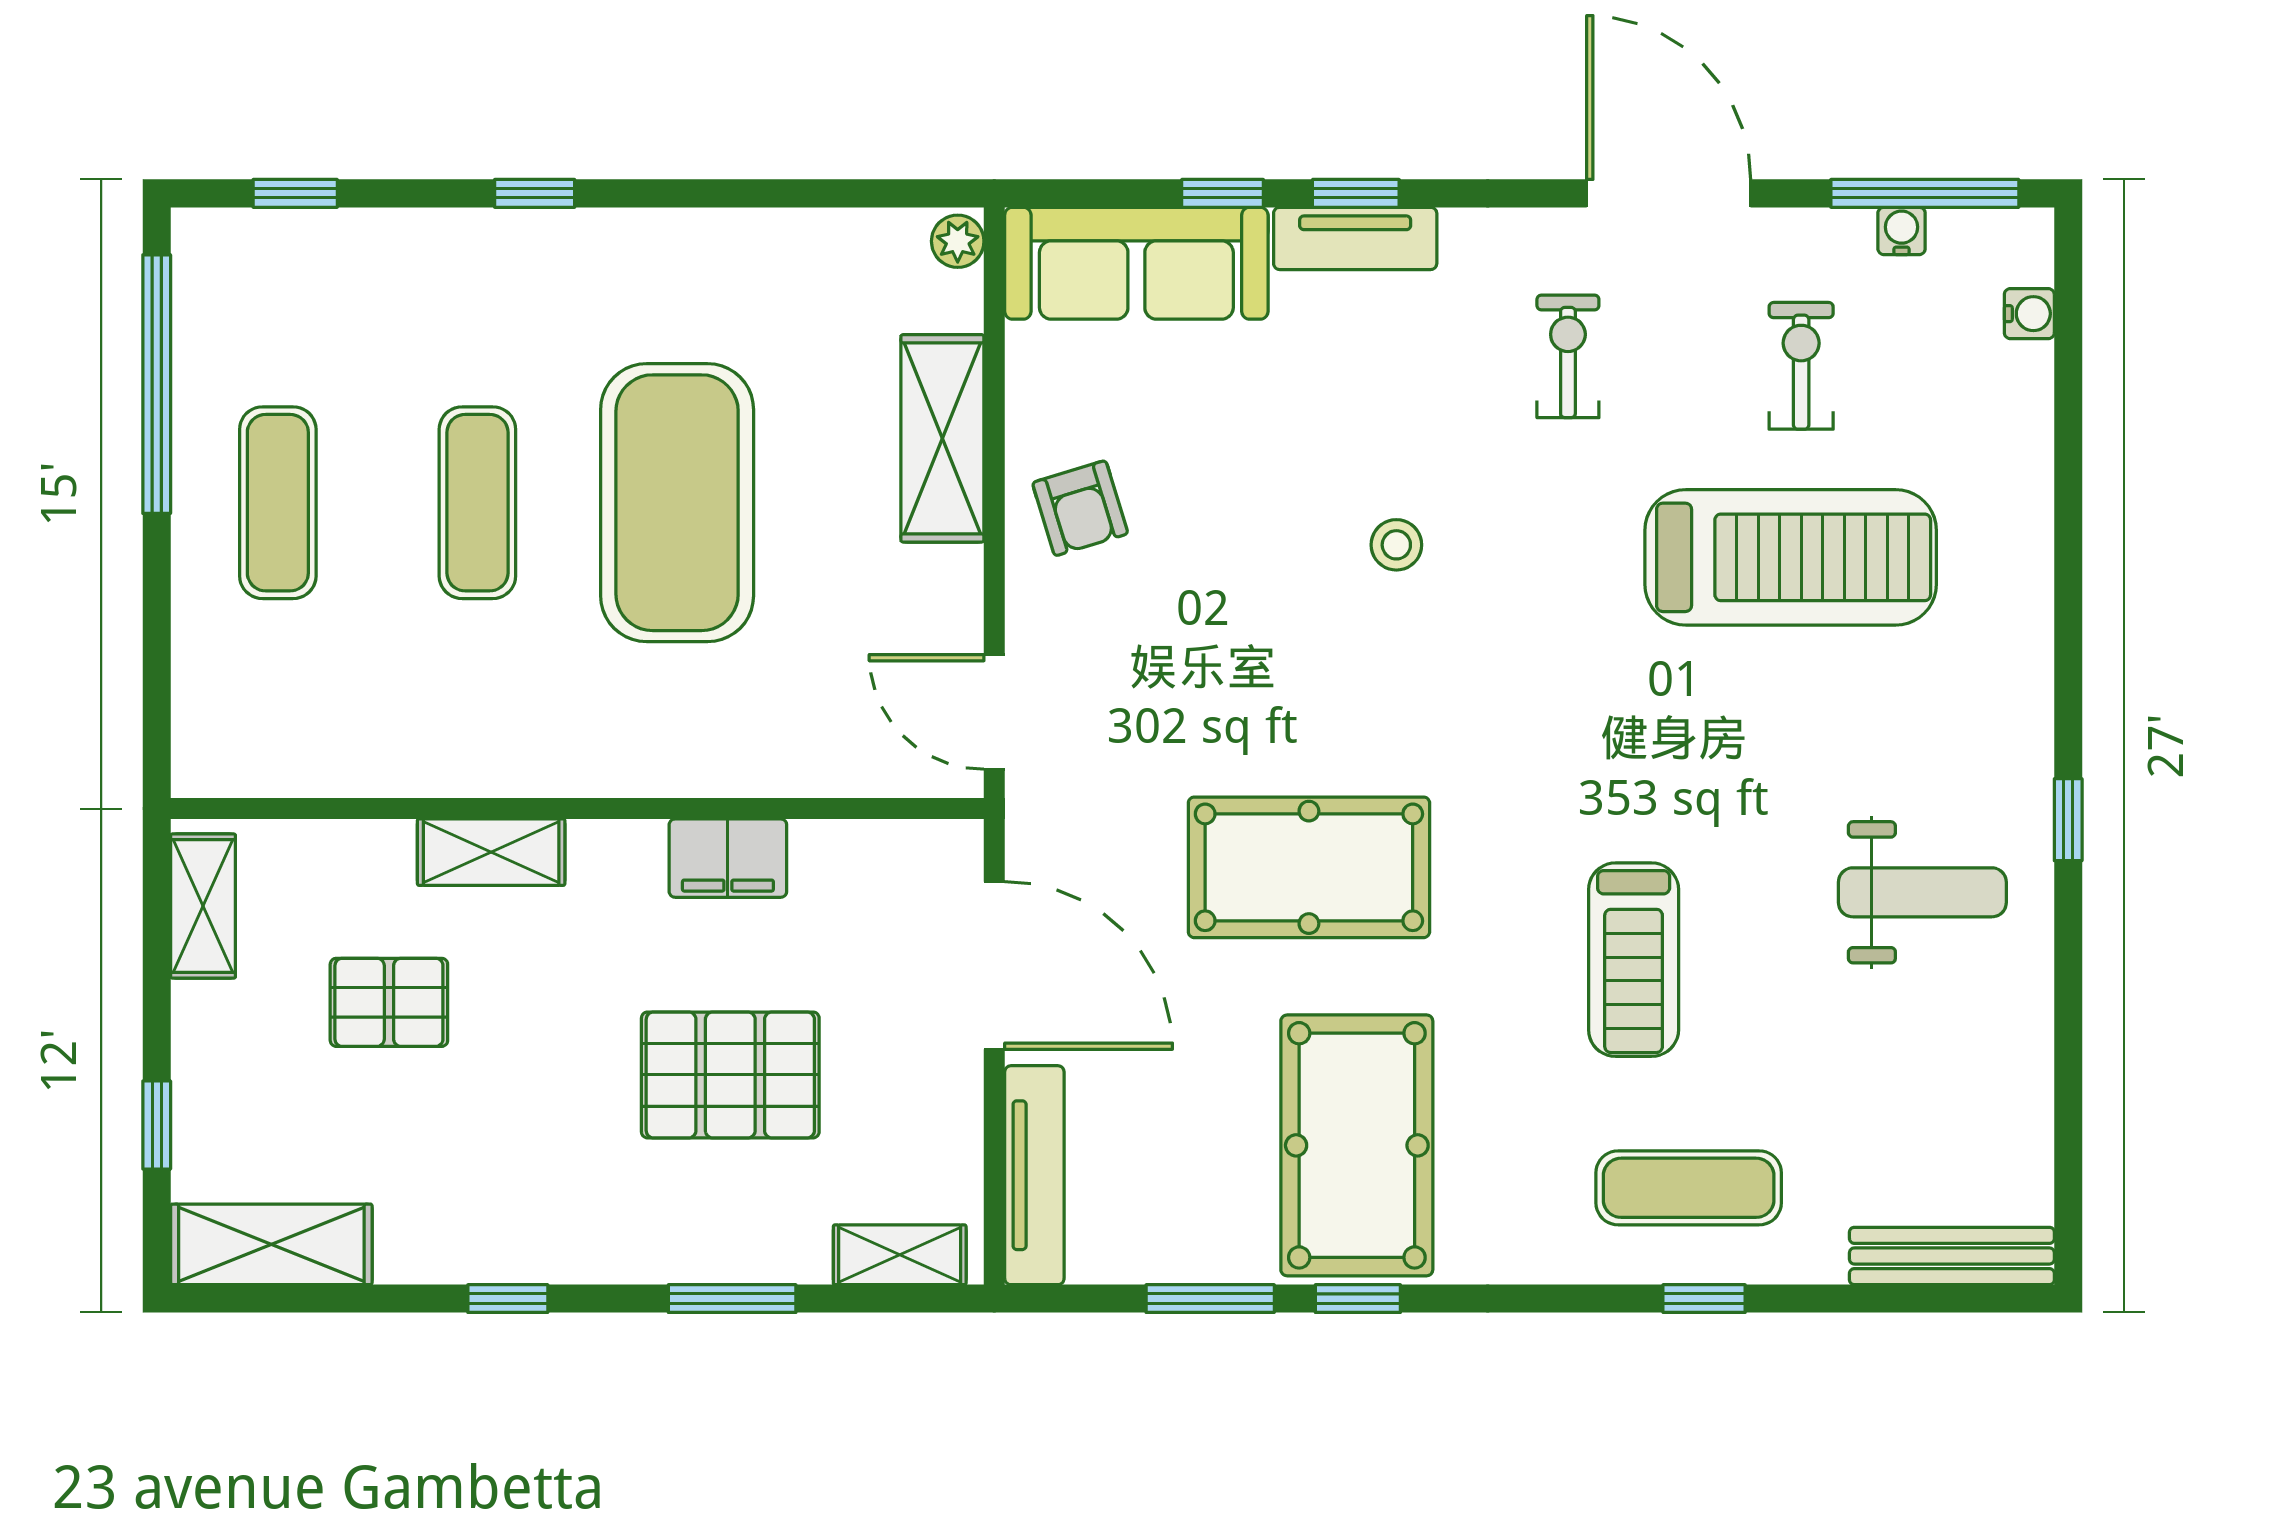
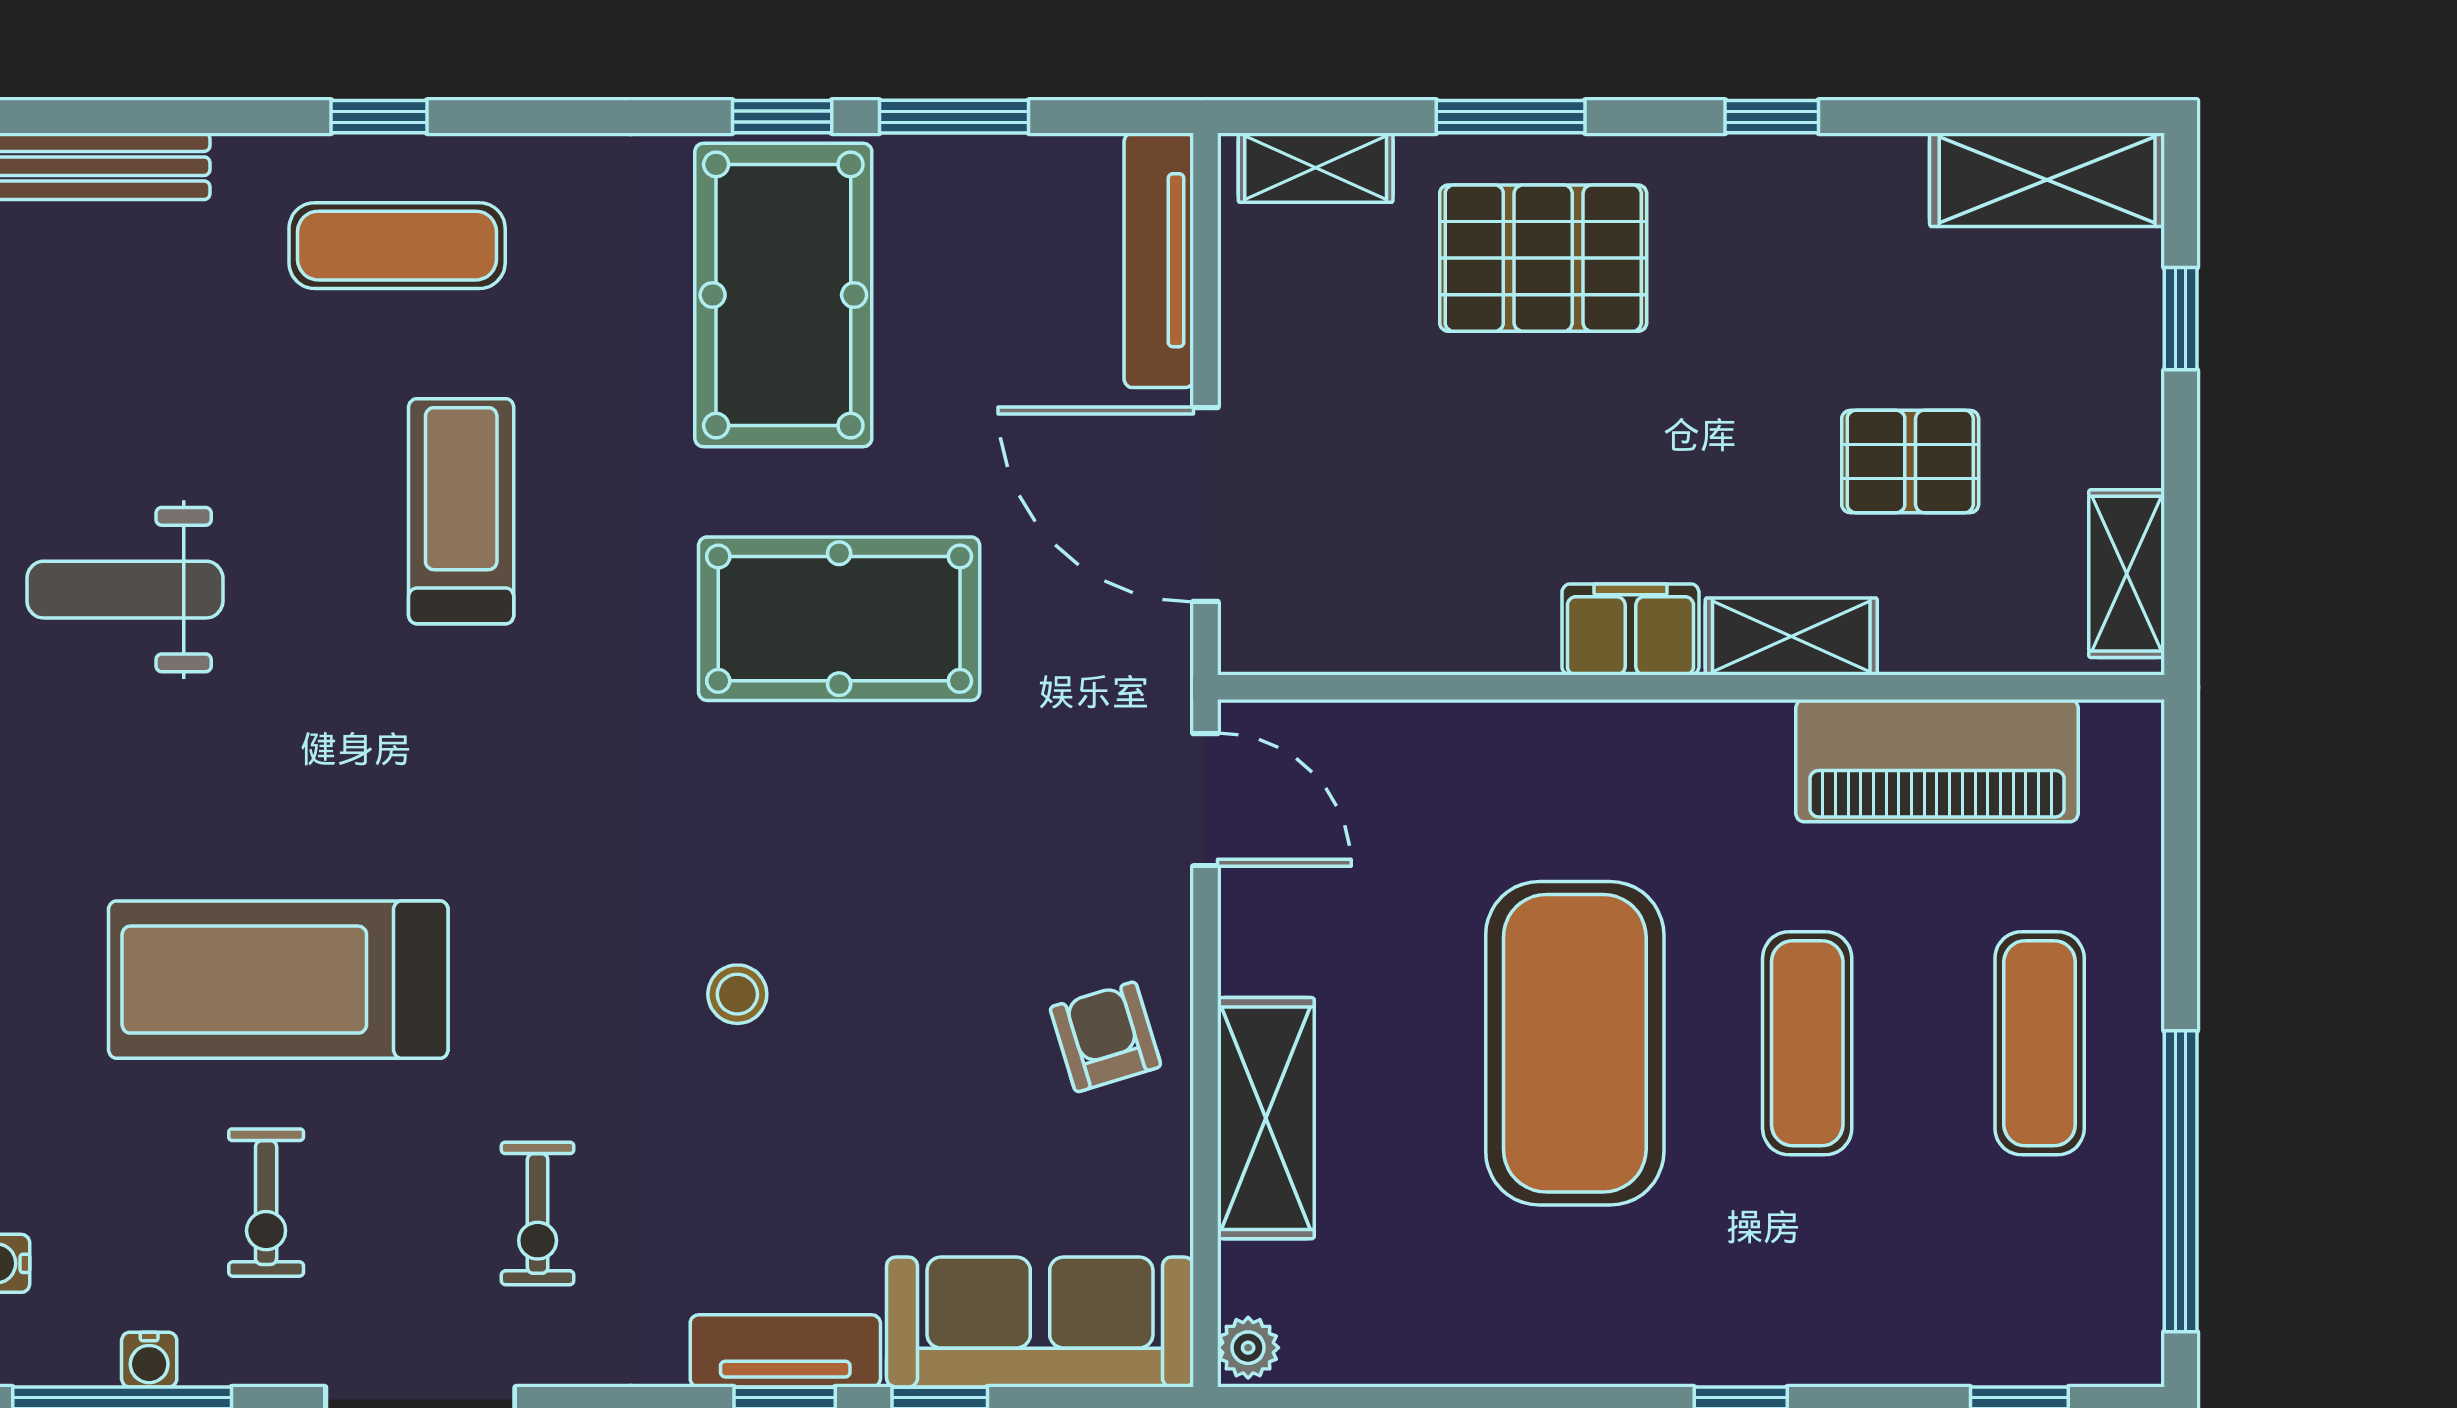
piano: (366, 745) -> (1937, 761), added
filing cabinet: (728, 858) -> (1630, 629), moved
pallet: (730, 1075) -> (1543, 258), moved

